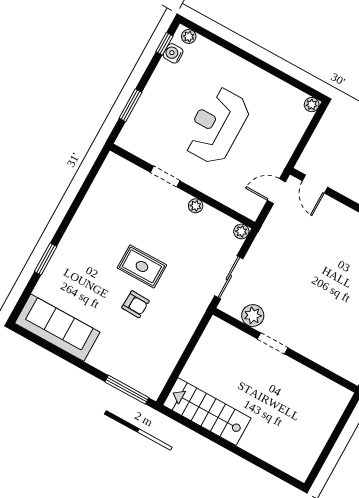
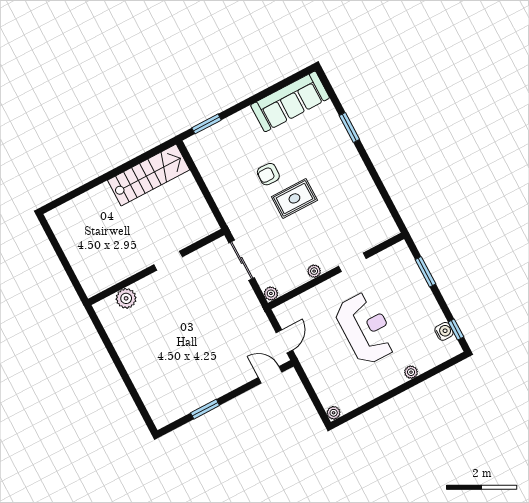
plant: (189, 37) -> (411, 372), moved
plant: (253, 316) -> (126, 298), moved
window: (127, 390) -> (206, 124), width x0.69

